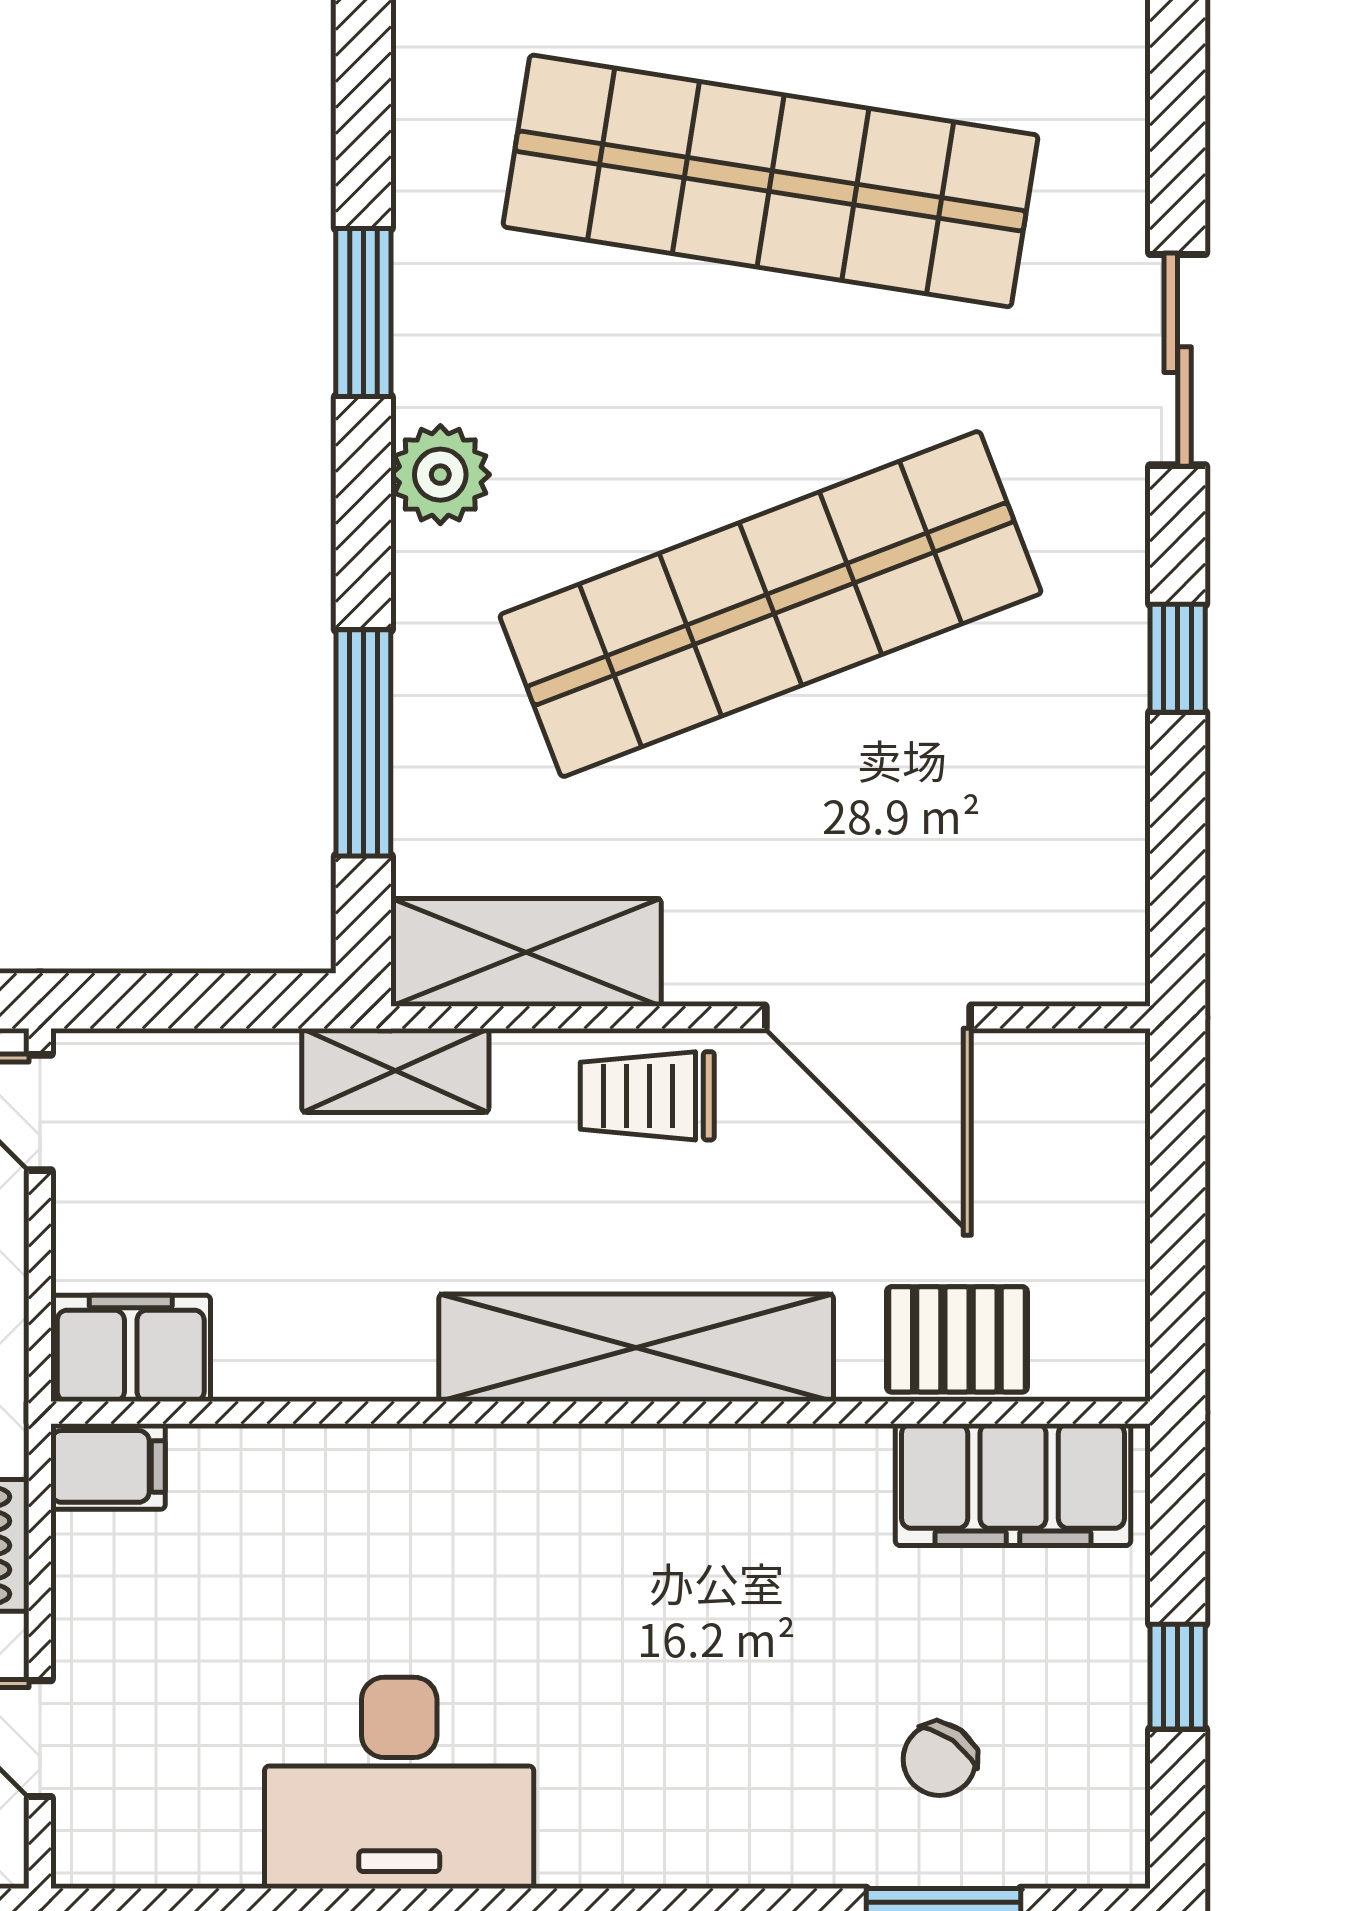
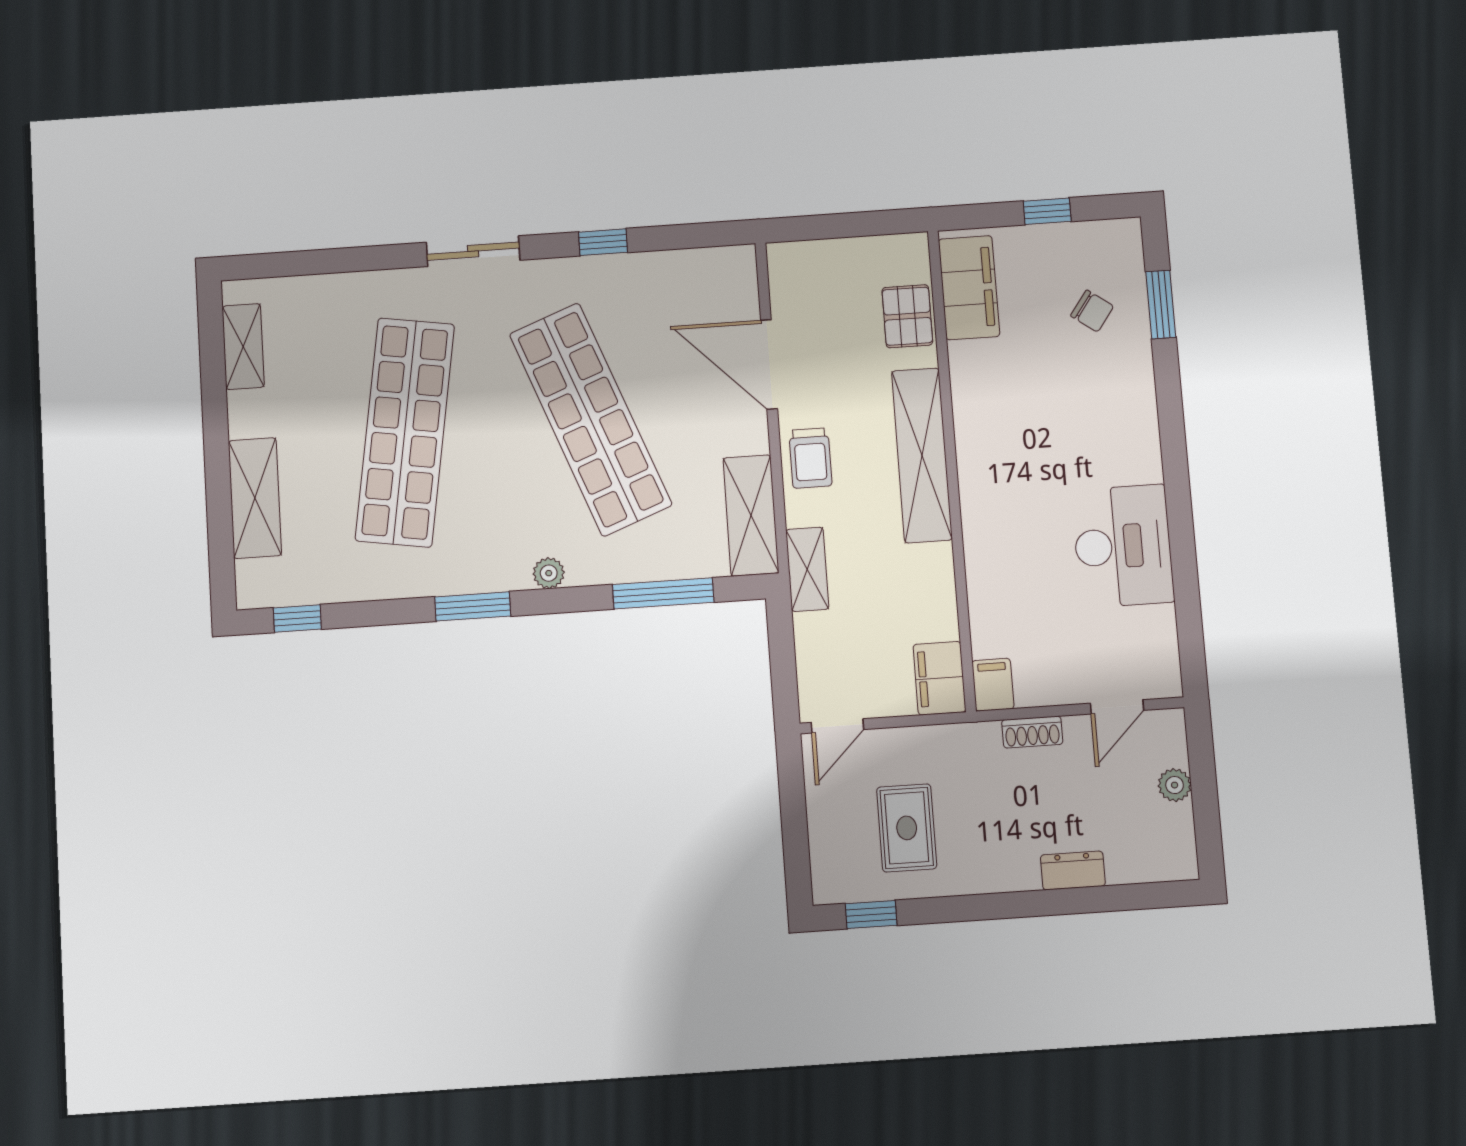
plant: (440, 475) -> (549, 573), width x0.73, depth x0.73
door: (868, 1017) -> (769, 364), swing flipped

